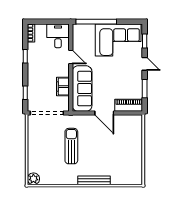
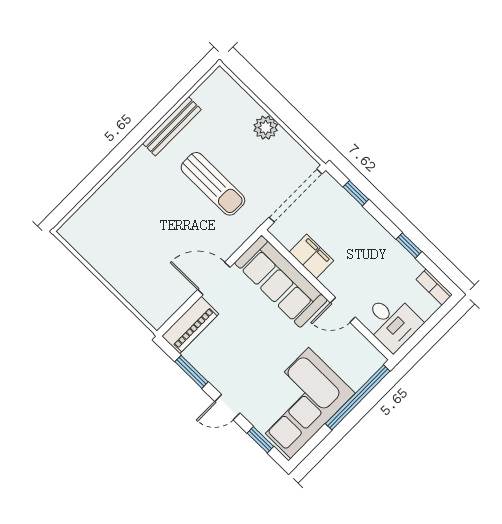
plant: (33, 179) -> (266, 128), moved
bench: (94, 180) -> (172, 126), moved

